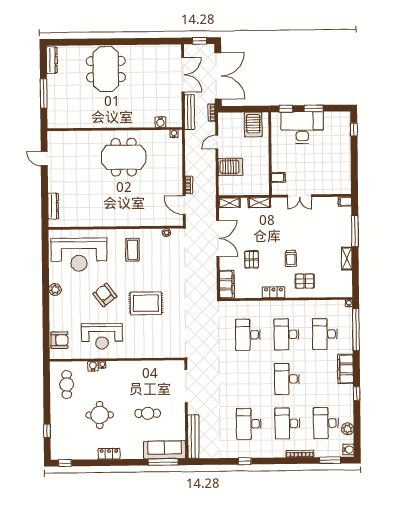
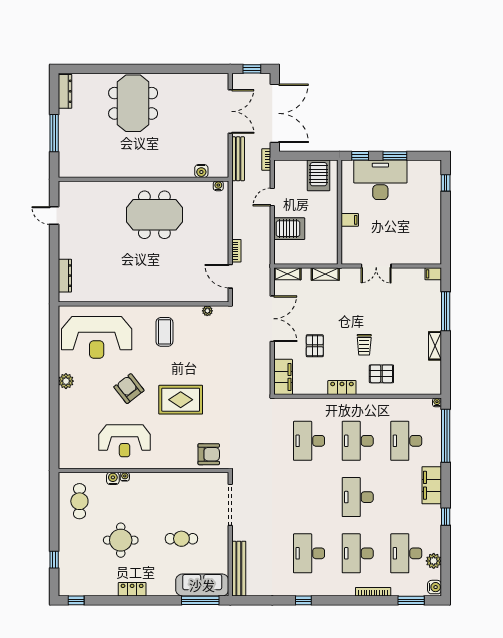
filing cabinet: (278, 177) -> (350, 220), moved
armchair: (59, 340) -> (209, 454), moved

